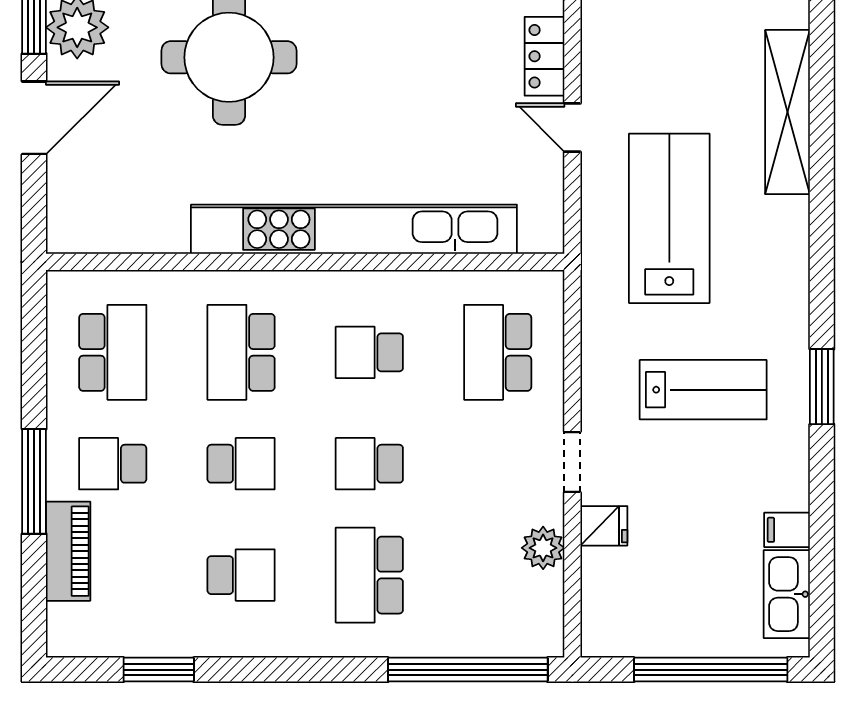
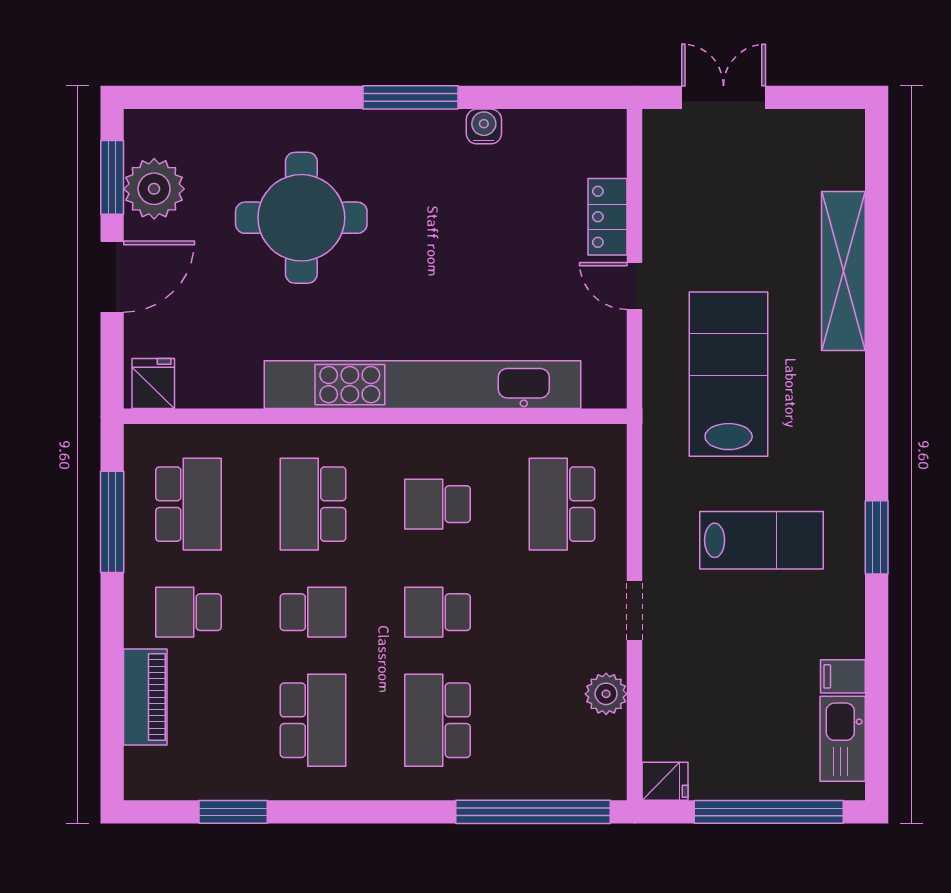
fridge: (76, 228) -> (153, 383), added
window: (34, 481) -> (112, 522), moved
fridge: (604, 526) -> (665, 781), moved
school desk: (241, 575) -> (313, 720), width x1.85

